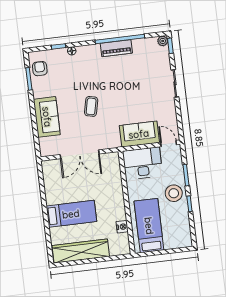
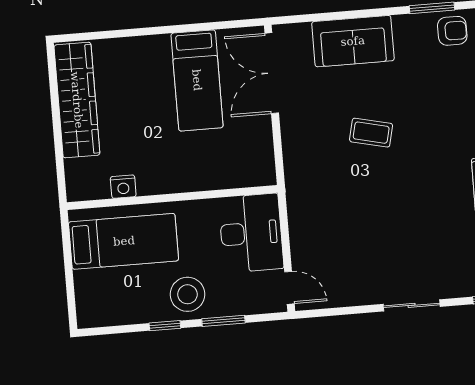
sofa: (139, 134) -> (311, 229), removed
door: (169, 143) -> (289, 288), hinge flipped
double door: (80, 154) -> (272, 73), moved
bed: (71, 214) -> (197, 80), moved

